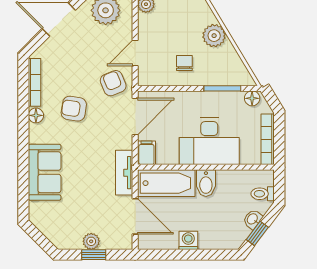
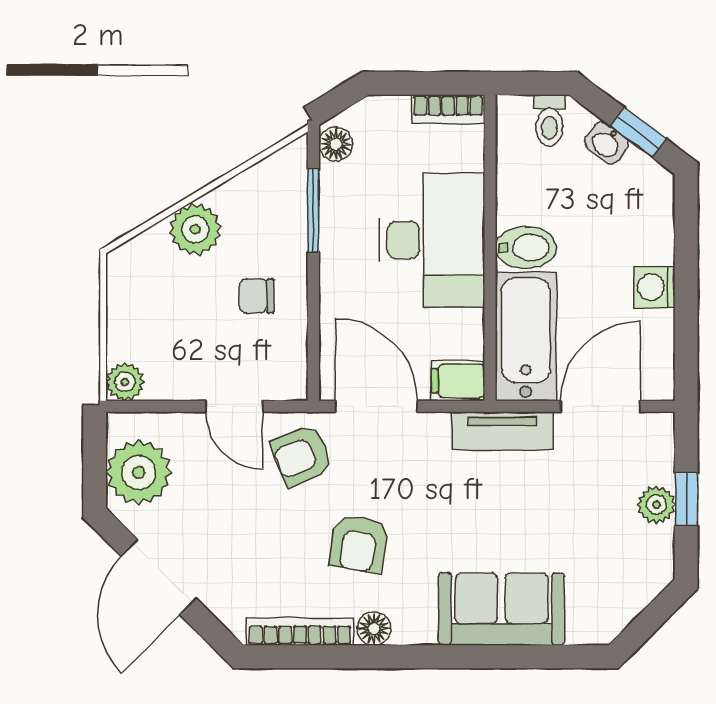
bookcase: (268, 139) -> (448, 109), width x0.64

